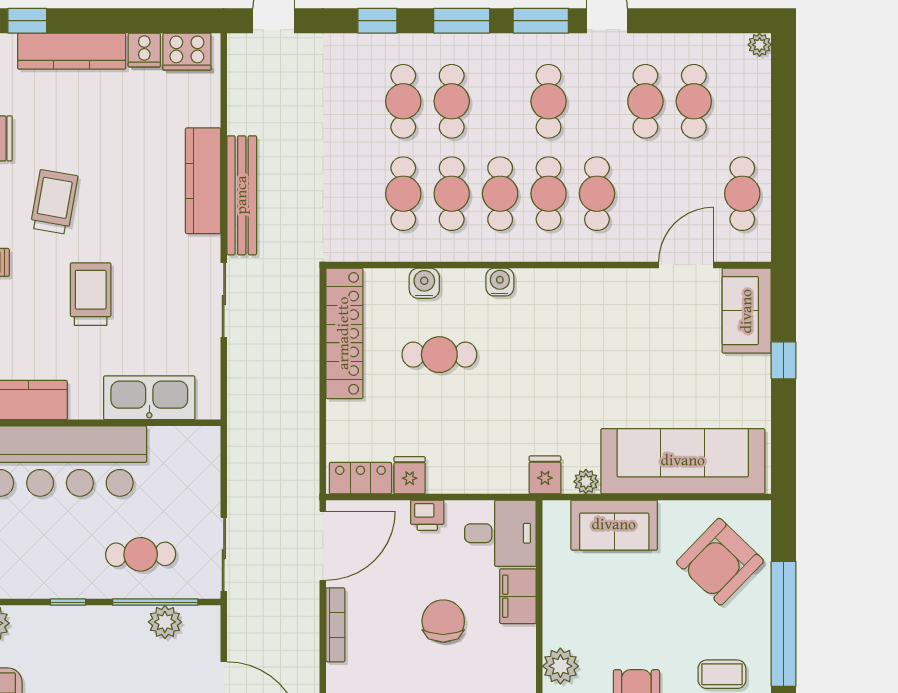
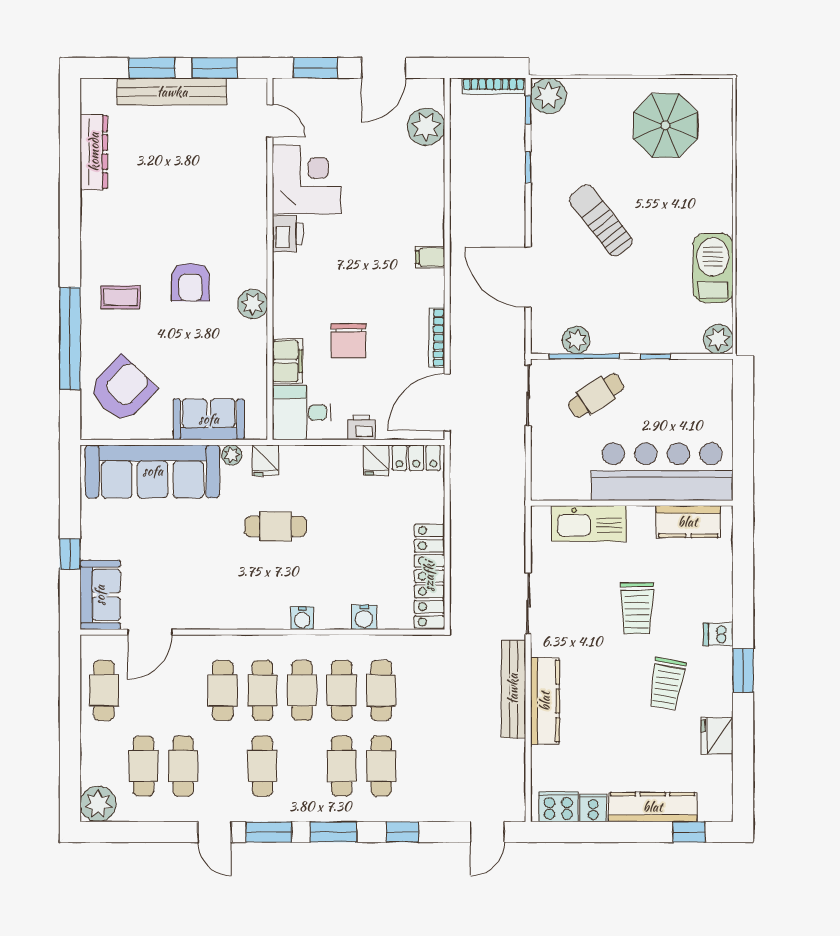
plant: (760, 45) -> (98, 804), width x1.87, depth x1.87
cafe table: (439, 355) -> (275, 526), moved
cafe table: (141, 554) -> (596, 395), turned -32

